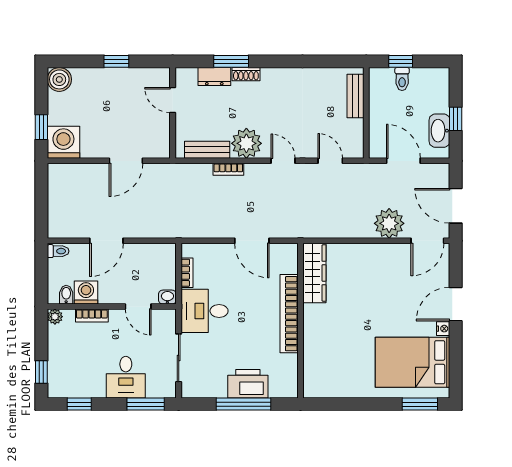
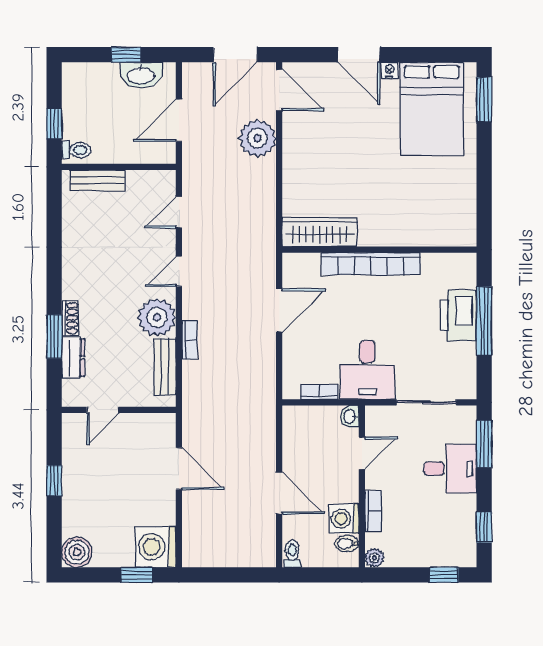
toilet: (402, 79) -> (76, 150), moved

